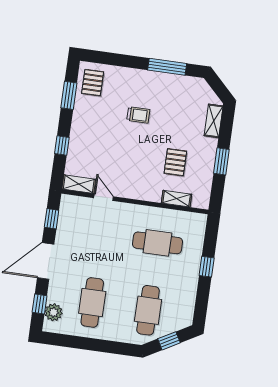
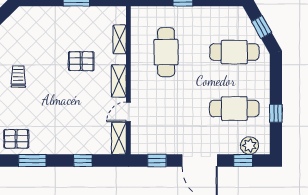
trolley: (138, 115) -> (18, 77), moved
shelving: (214, 121) -> (119, 81), moved, turned 90
pallet: (175, 162) -> (81, 61), moved
window: (82, 343) -> (276, 113), added

